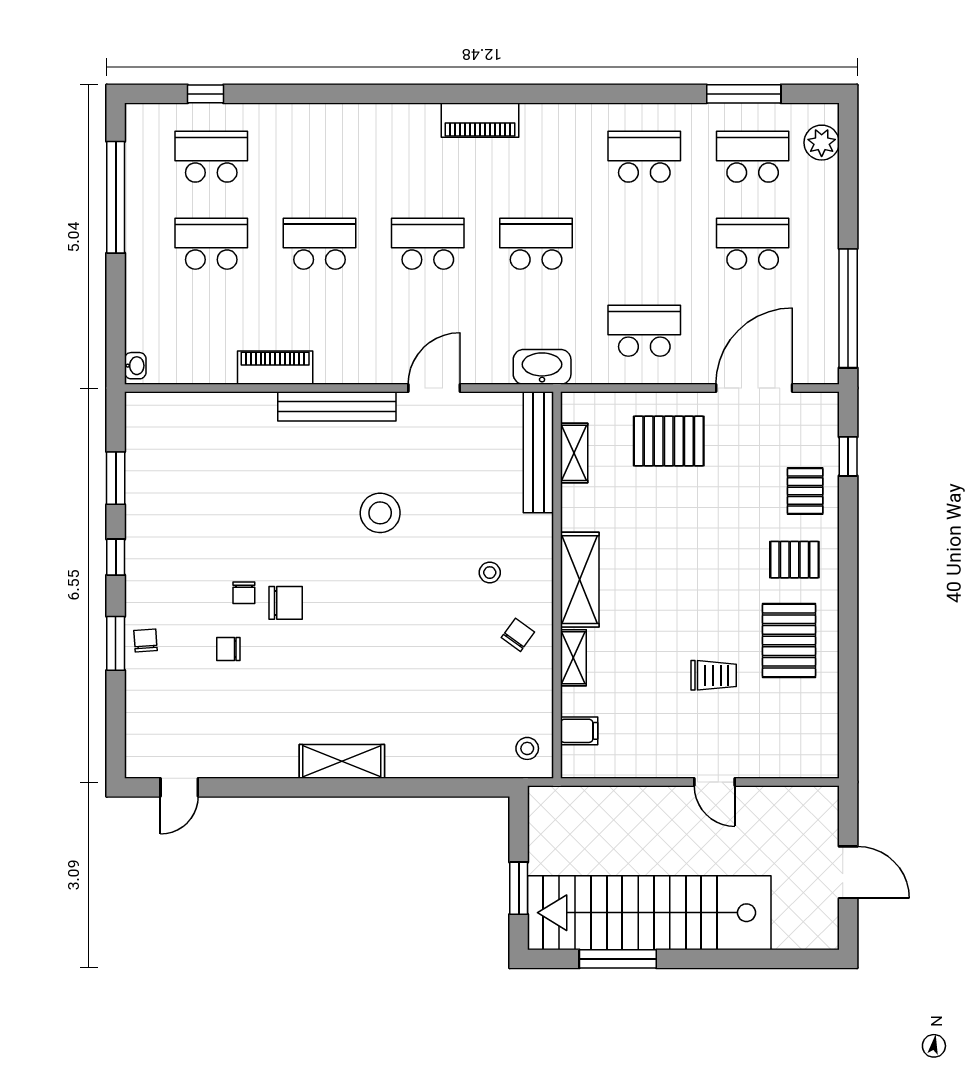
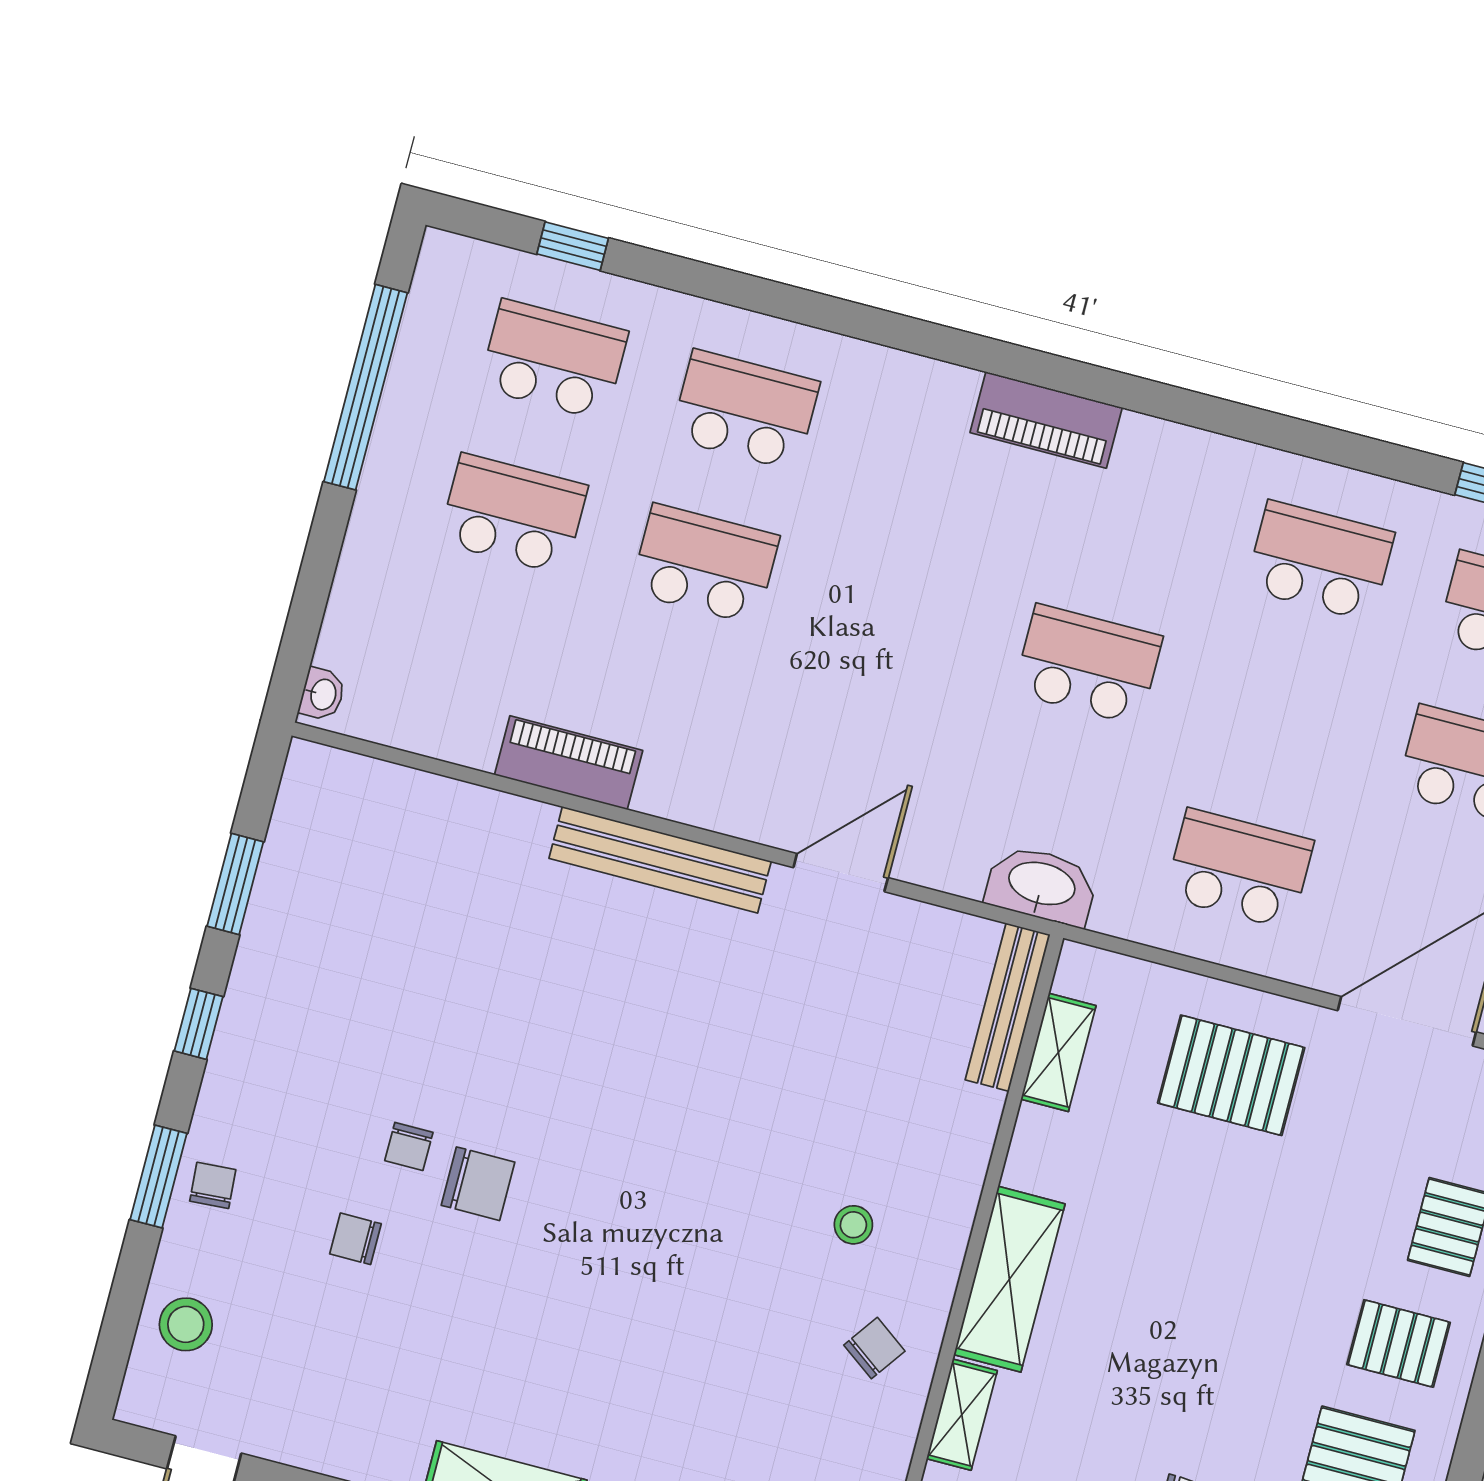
school desk: (428, 244) -> (745, 410), moved
bench: (538, 452) -> (1008, 1007), width x0.73, depth x0.82
stool: (380, 513) -> (186, 1324), moved, width x0.73, depth x0.73

